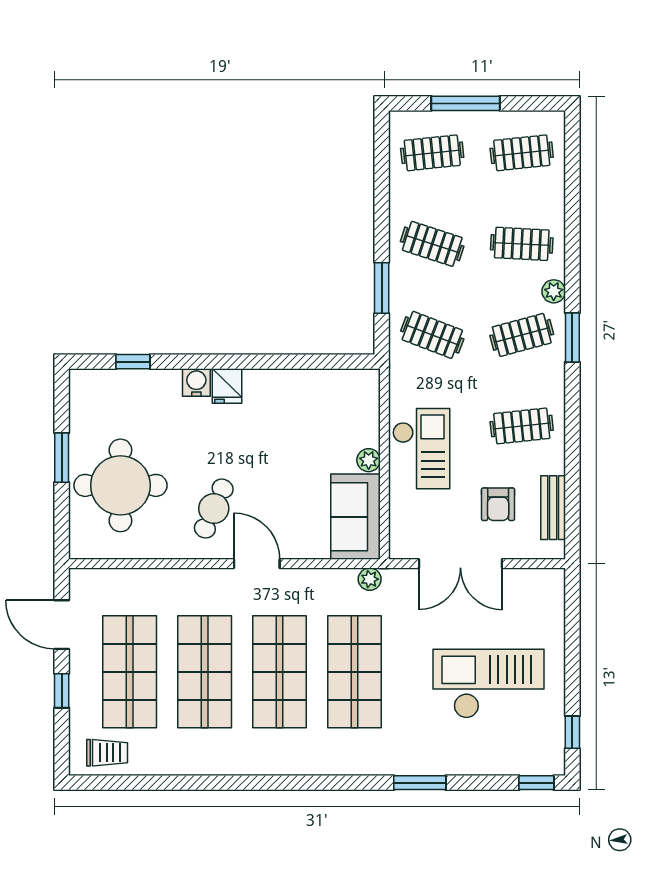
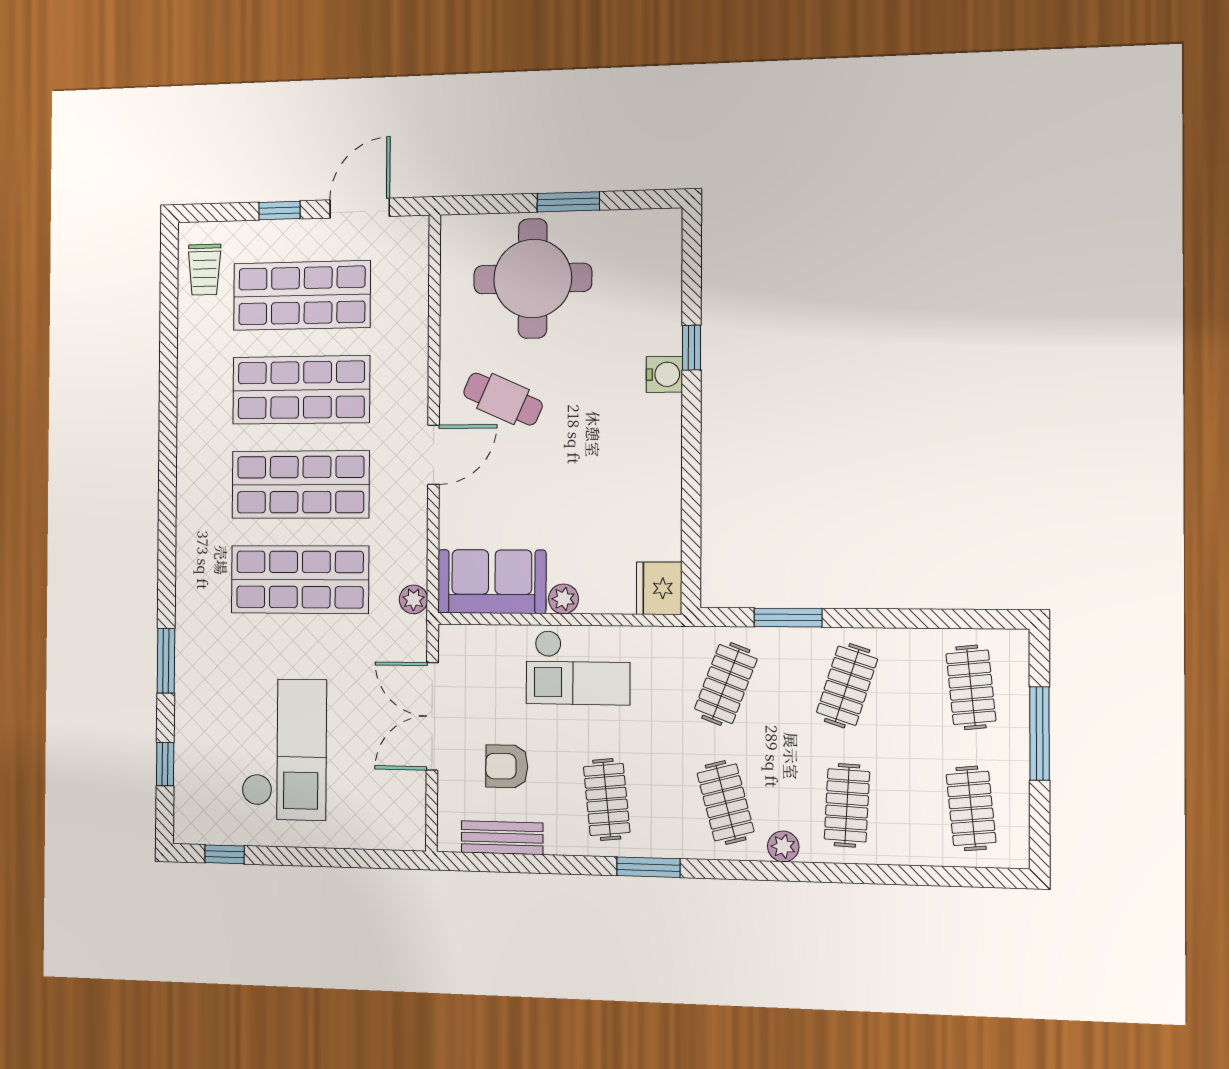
window: (572, 338) -> (648, 867), moved
window: (133, 362) -> (692, 348), moved
fridge: (227, 386) -> (659, 588), moved, width x1.38
window: (536, 783) -> (165, 764), moved

